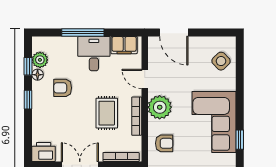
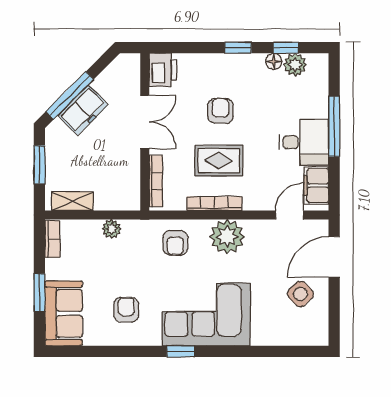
side table: (221, 61) -> (300, 294), moved
door: (145, 79) -> (289, 215), moved
armchair: (63, 88) -> (220, 111), moved

